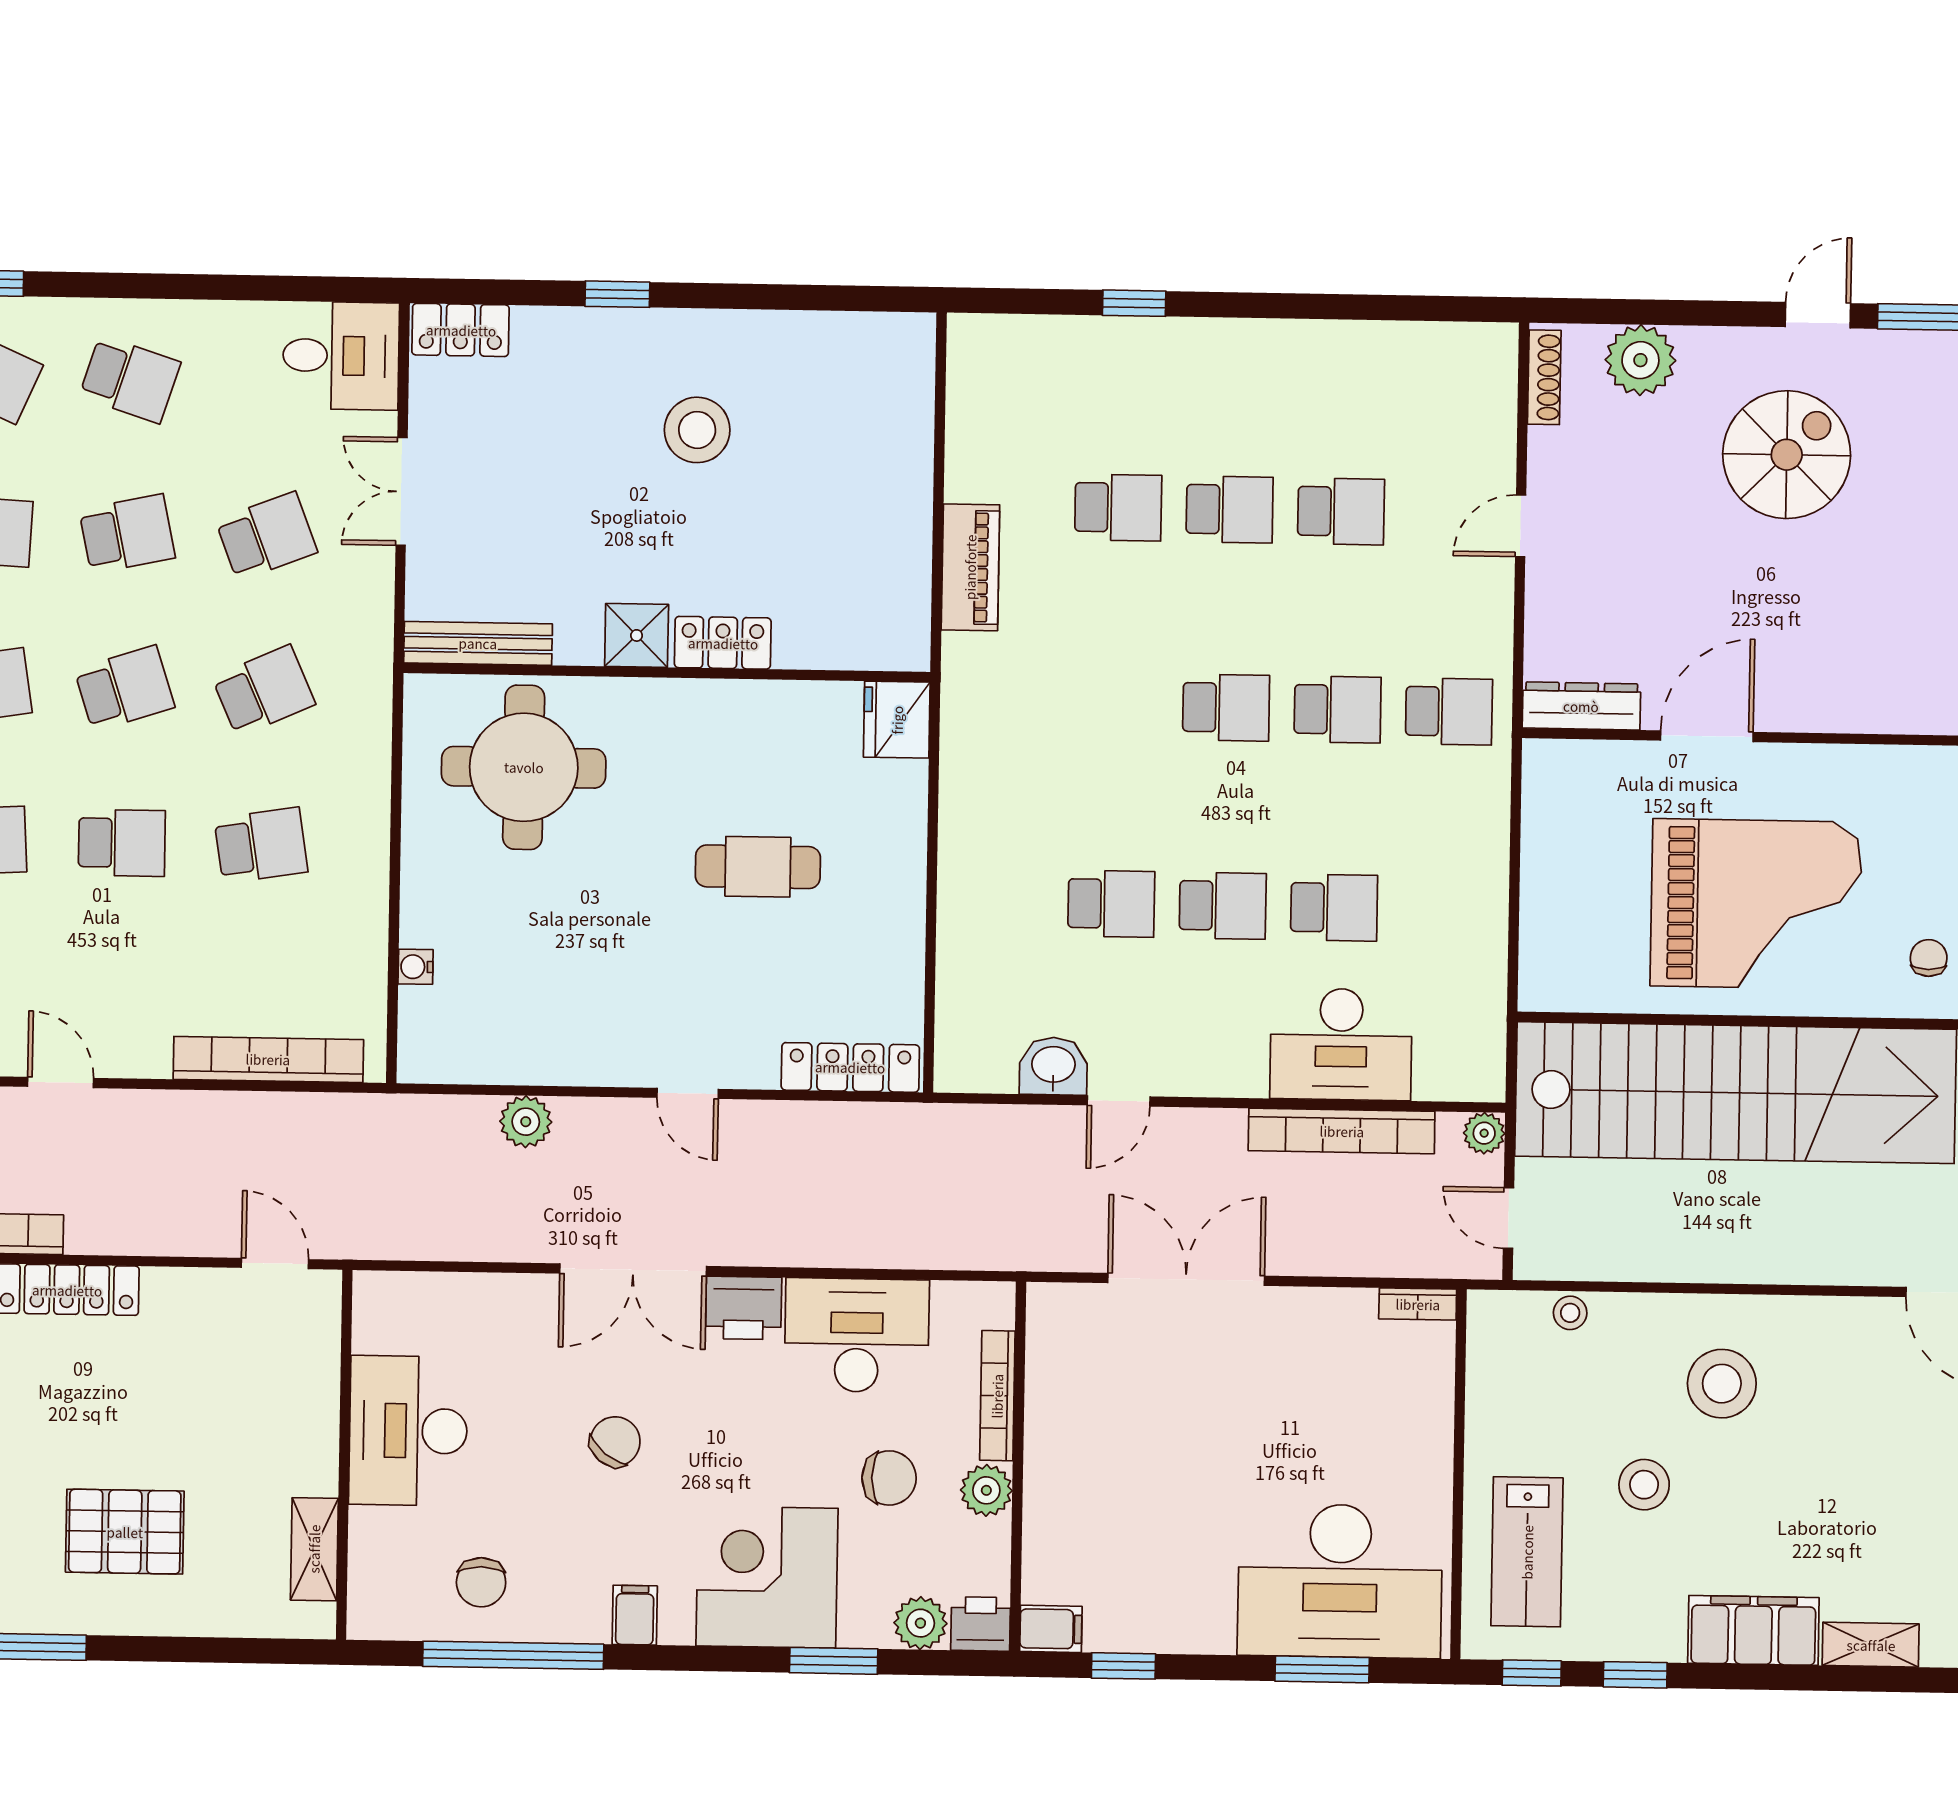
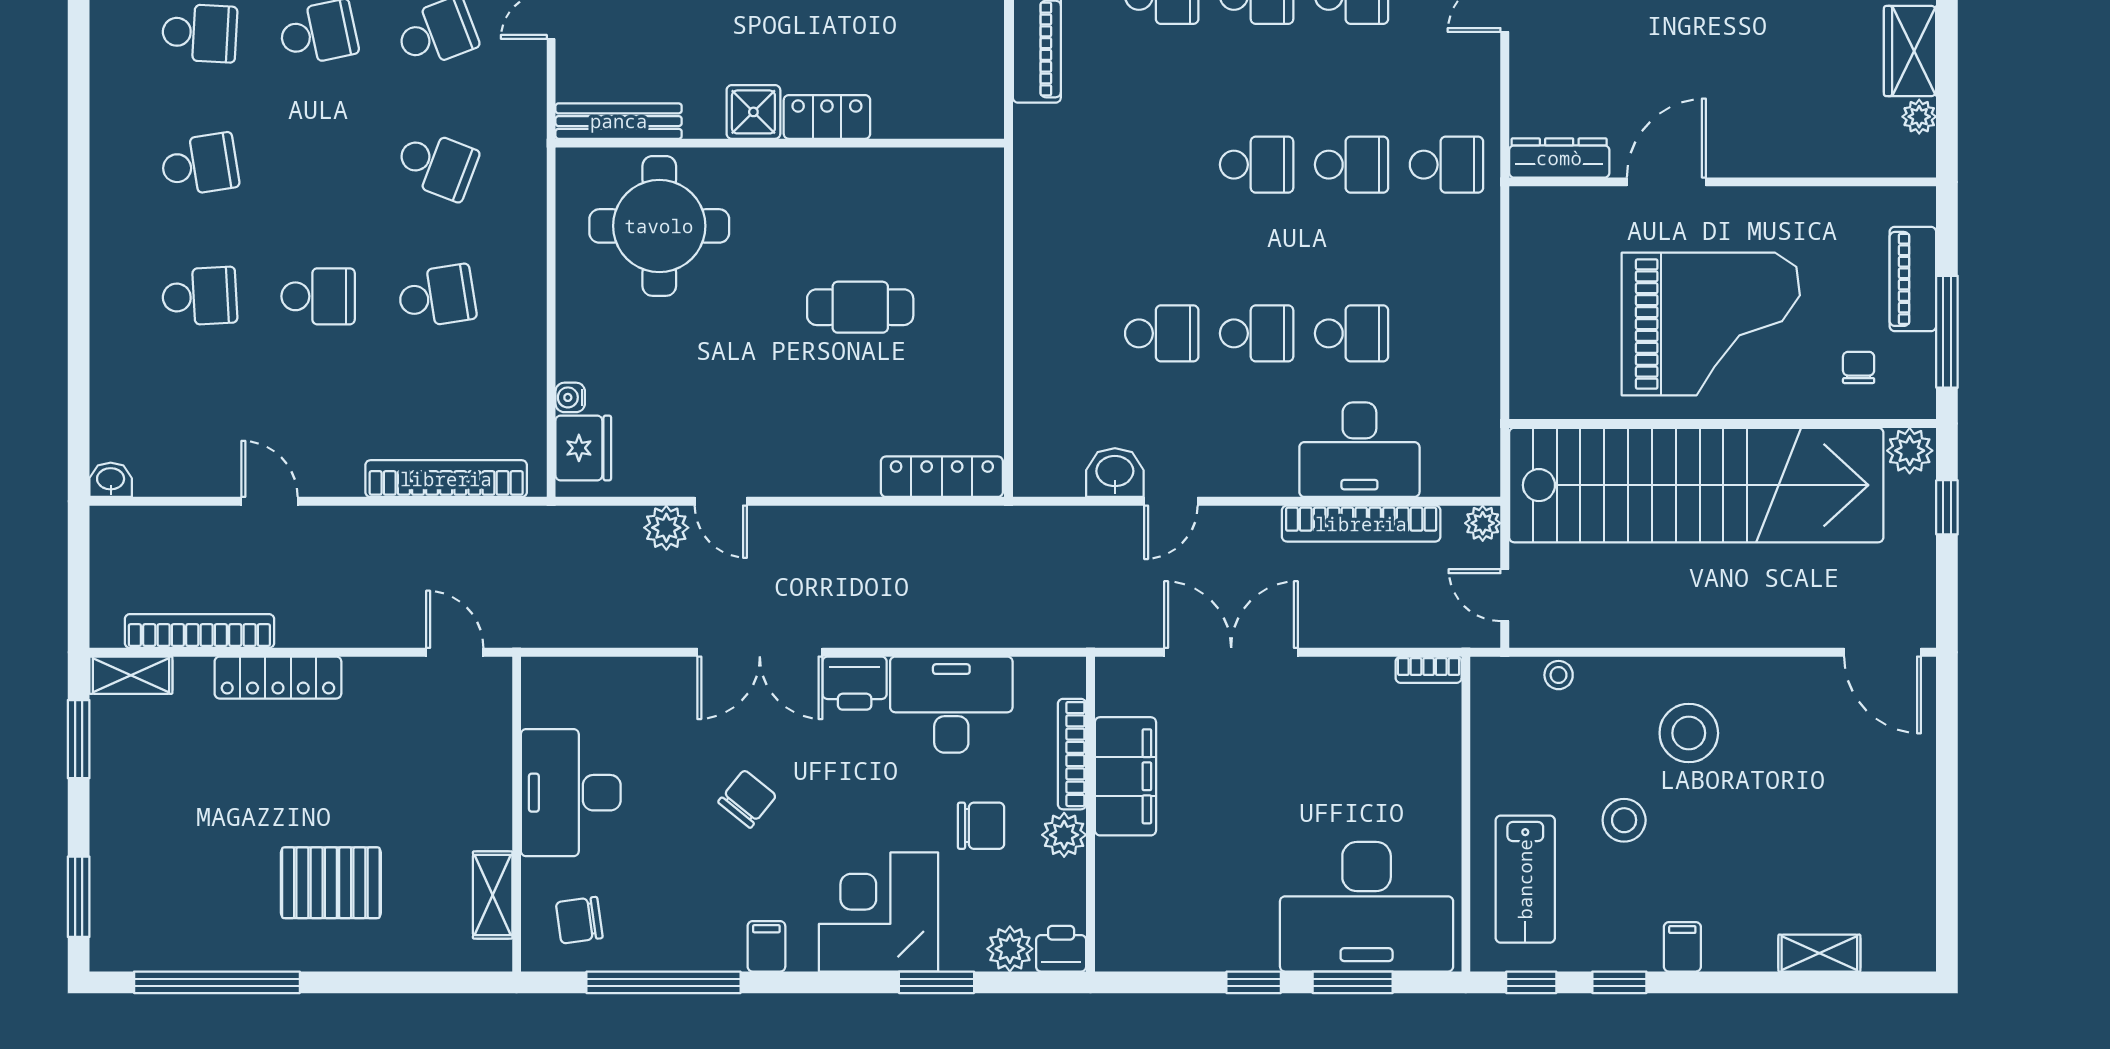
school desk: (124, 688) -> (318, 165), removed
school desk: (264, 691) -> (437, 165), turned 45
fridge: (897, 720) -> (583, 448), moved, turned 180
door: (688, 1093) -> (721, 501), moved
chair: (481, 1582) -> (579, 920), moved, turned 82
filing cabinet: (1051, 1629) -> (1125, 776), moved, width x3.00, depth x1.17
filing cabinet: (1753, 1630) -> (1682, 947), width x0.33, depth x0.86
window: (1123, 1666) -> (1254, 982), moved

